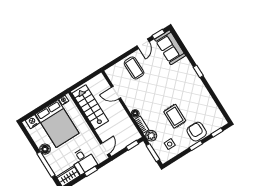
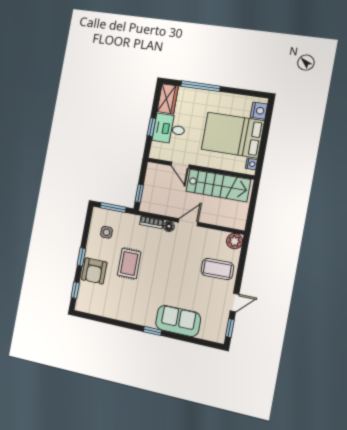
door: (143, 44) -> (235, 303), swing flipped
sofa: (170, 47) -> (178, 321), moved
door: (116, 93) -> (188, 222), moved
rug: (175, 116) -> (129, 264), turned 90
armchair: (197, 132) -> (94, 271), turned 90
plant: (151, 136) -> (235, 241), moved
floor lamp: (45, 149) -> (217, 99), removed
door: (105, 149) -> (180, 165), moved

